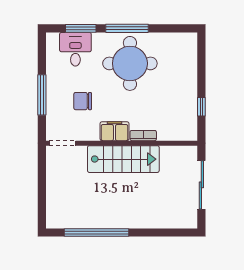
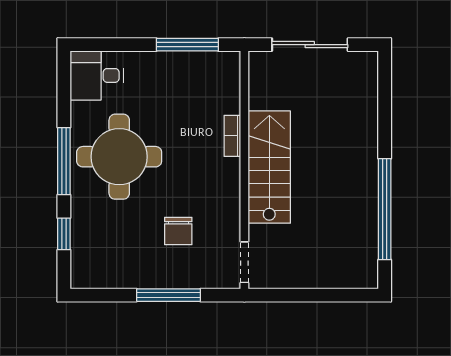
window: (81, 28) -> (64, 234), width x0.67
desk: (75, 49) -> (97, 75), moved
window: (201, 107) -> (187, 45), width x2.17
filing cabinet: (114, 131) -> (226, 181), removed

